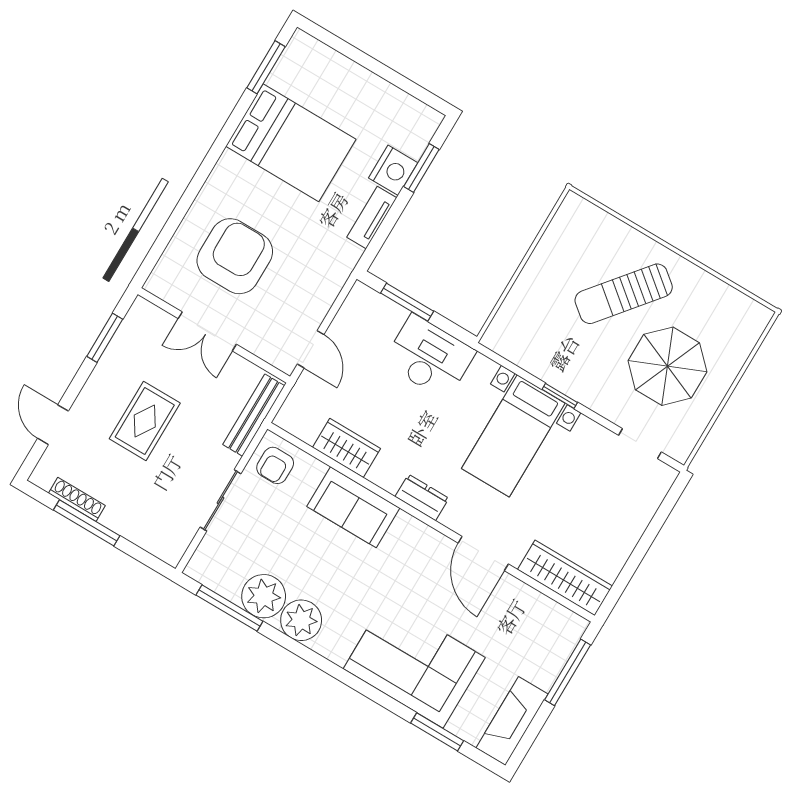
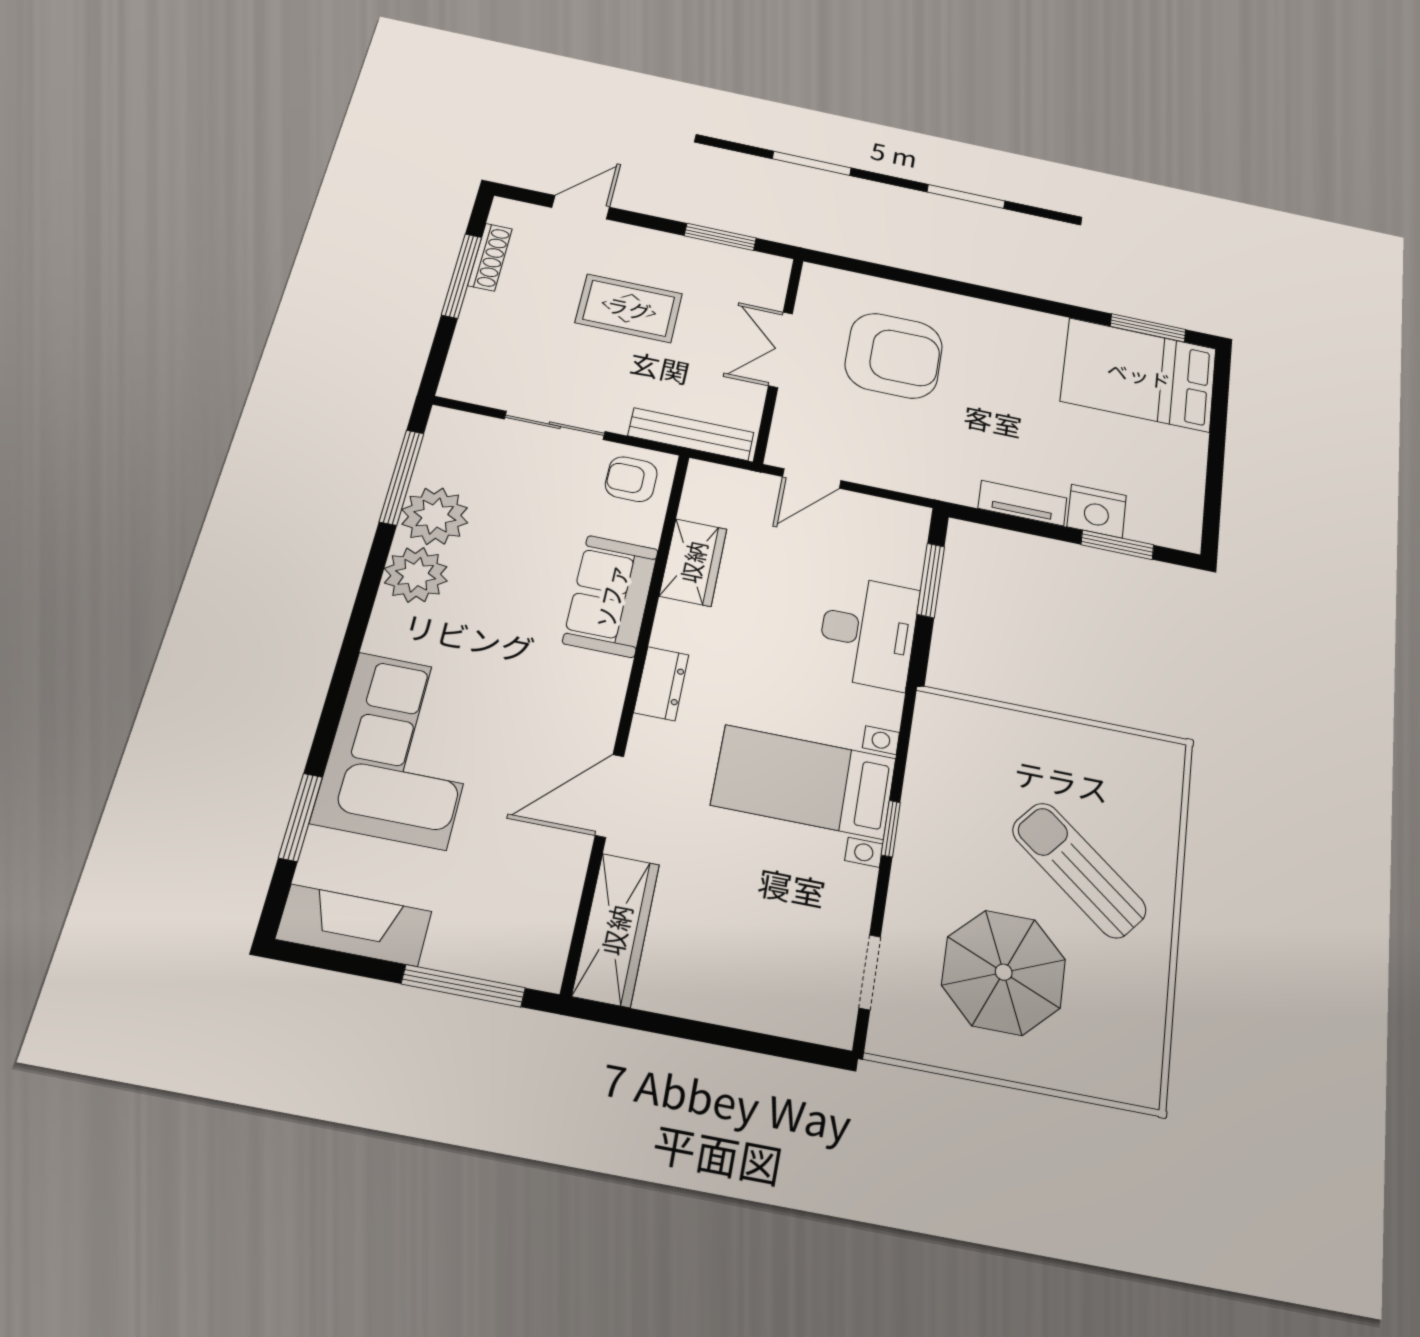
bed: (291, 143) -> (1139, 375), moved, turned 90

